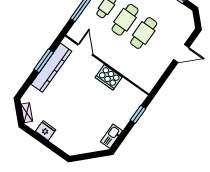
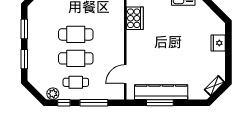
cooker: (109, 77) -> (135, 18), moved
fridge: (46, 131) -> (218, 43), moved

